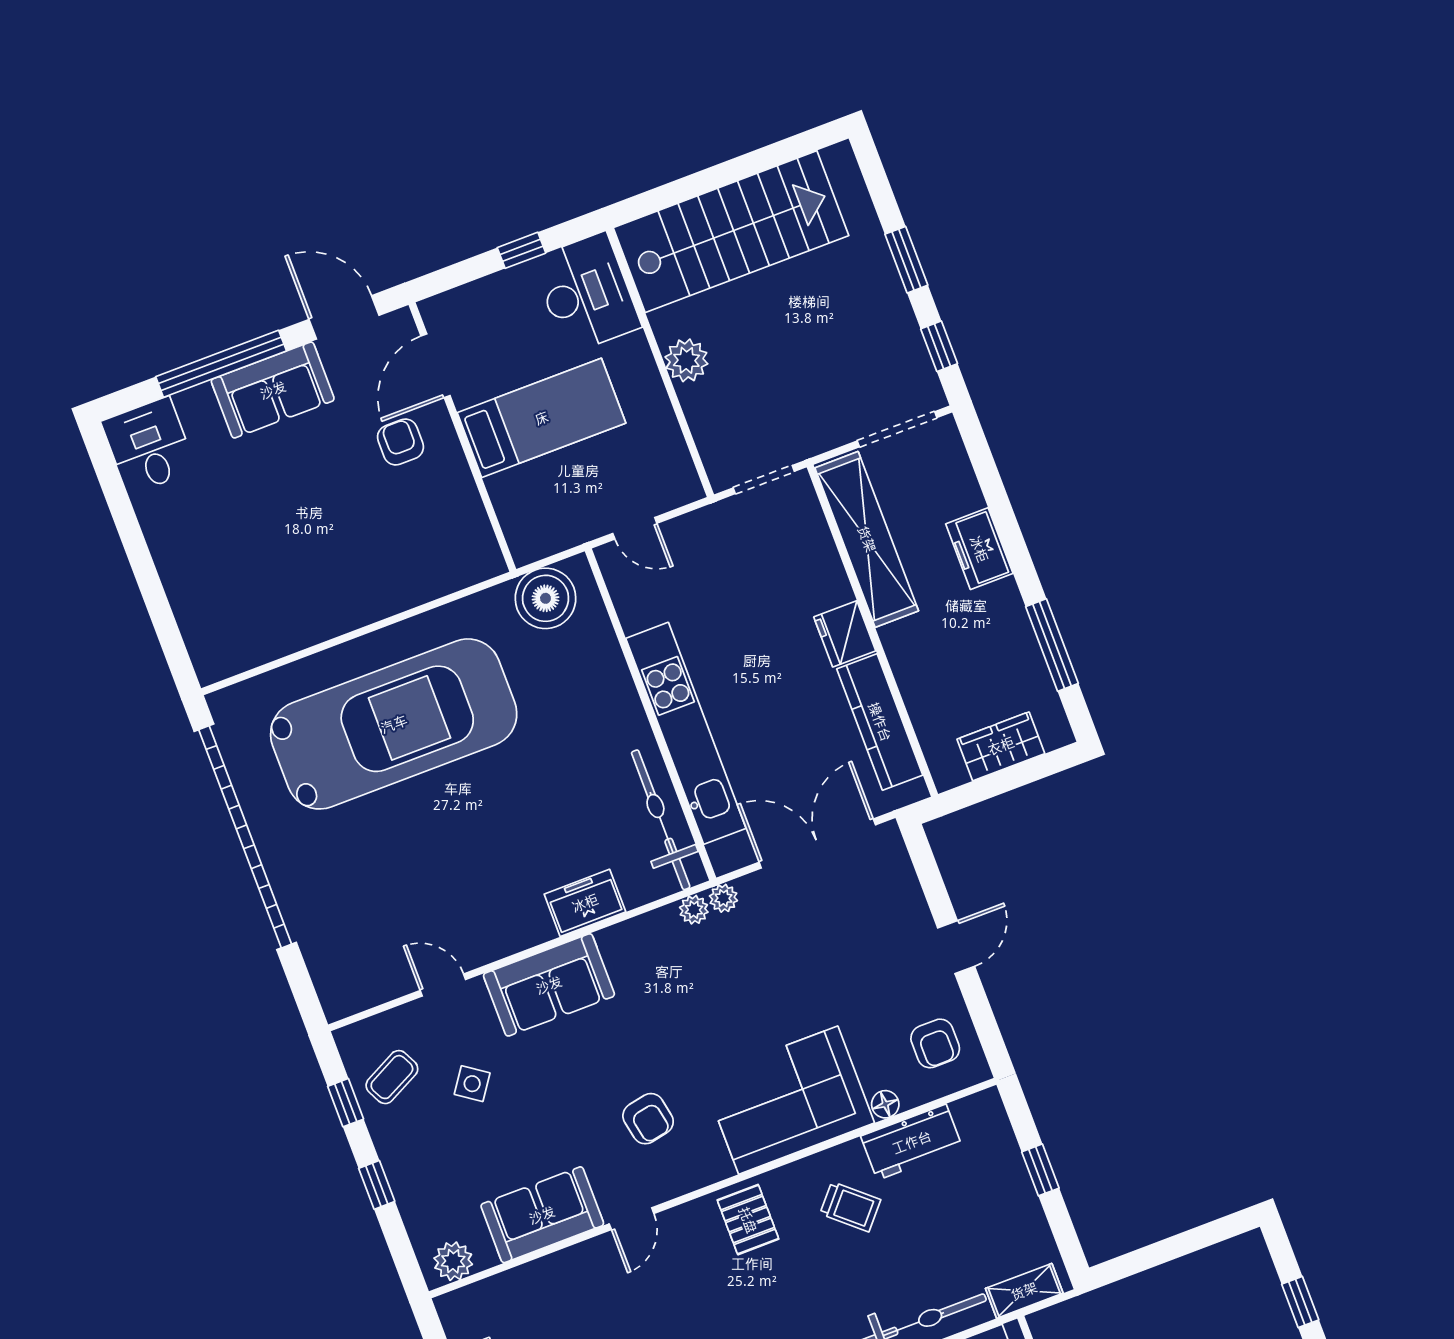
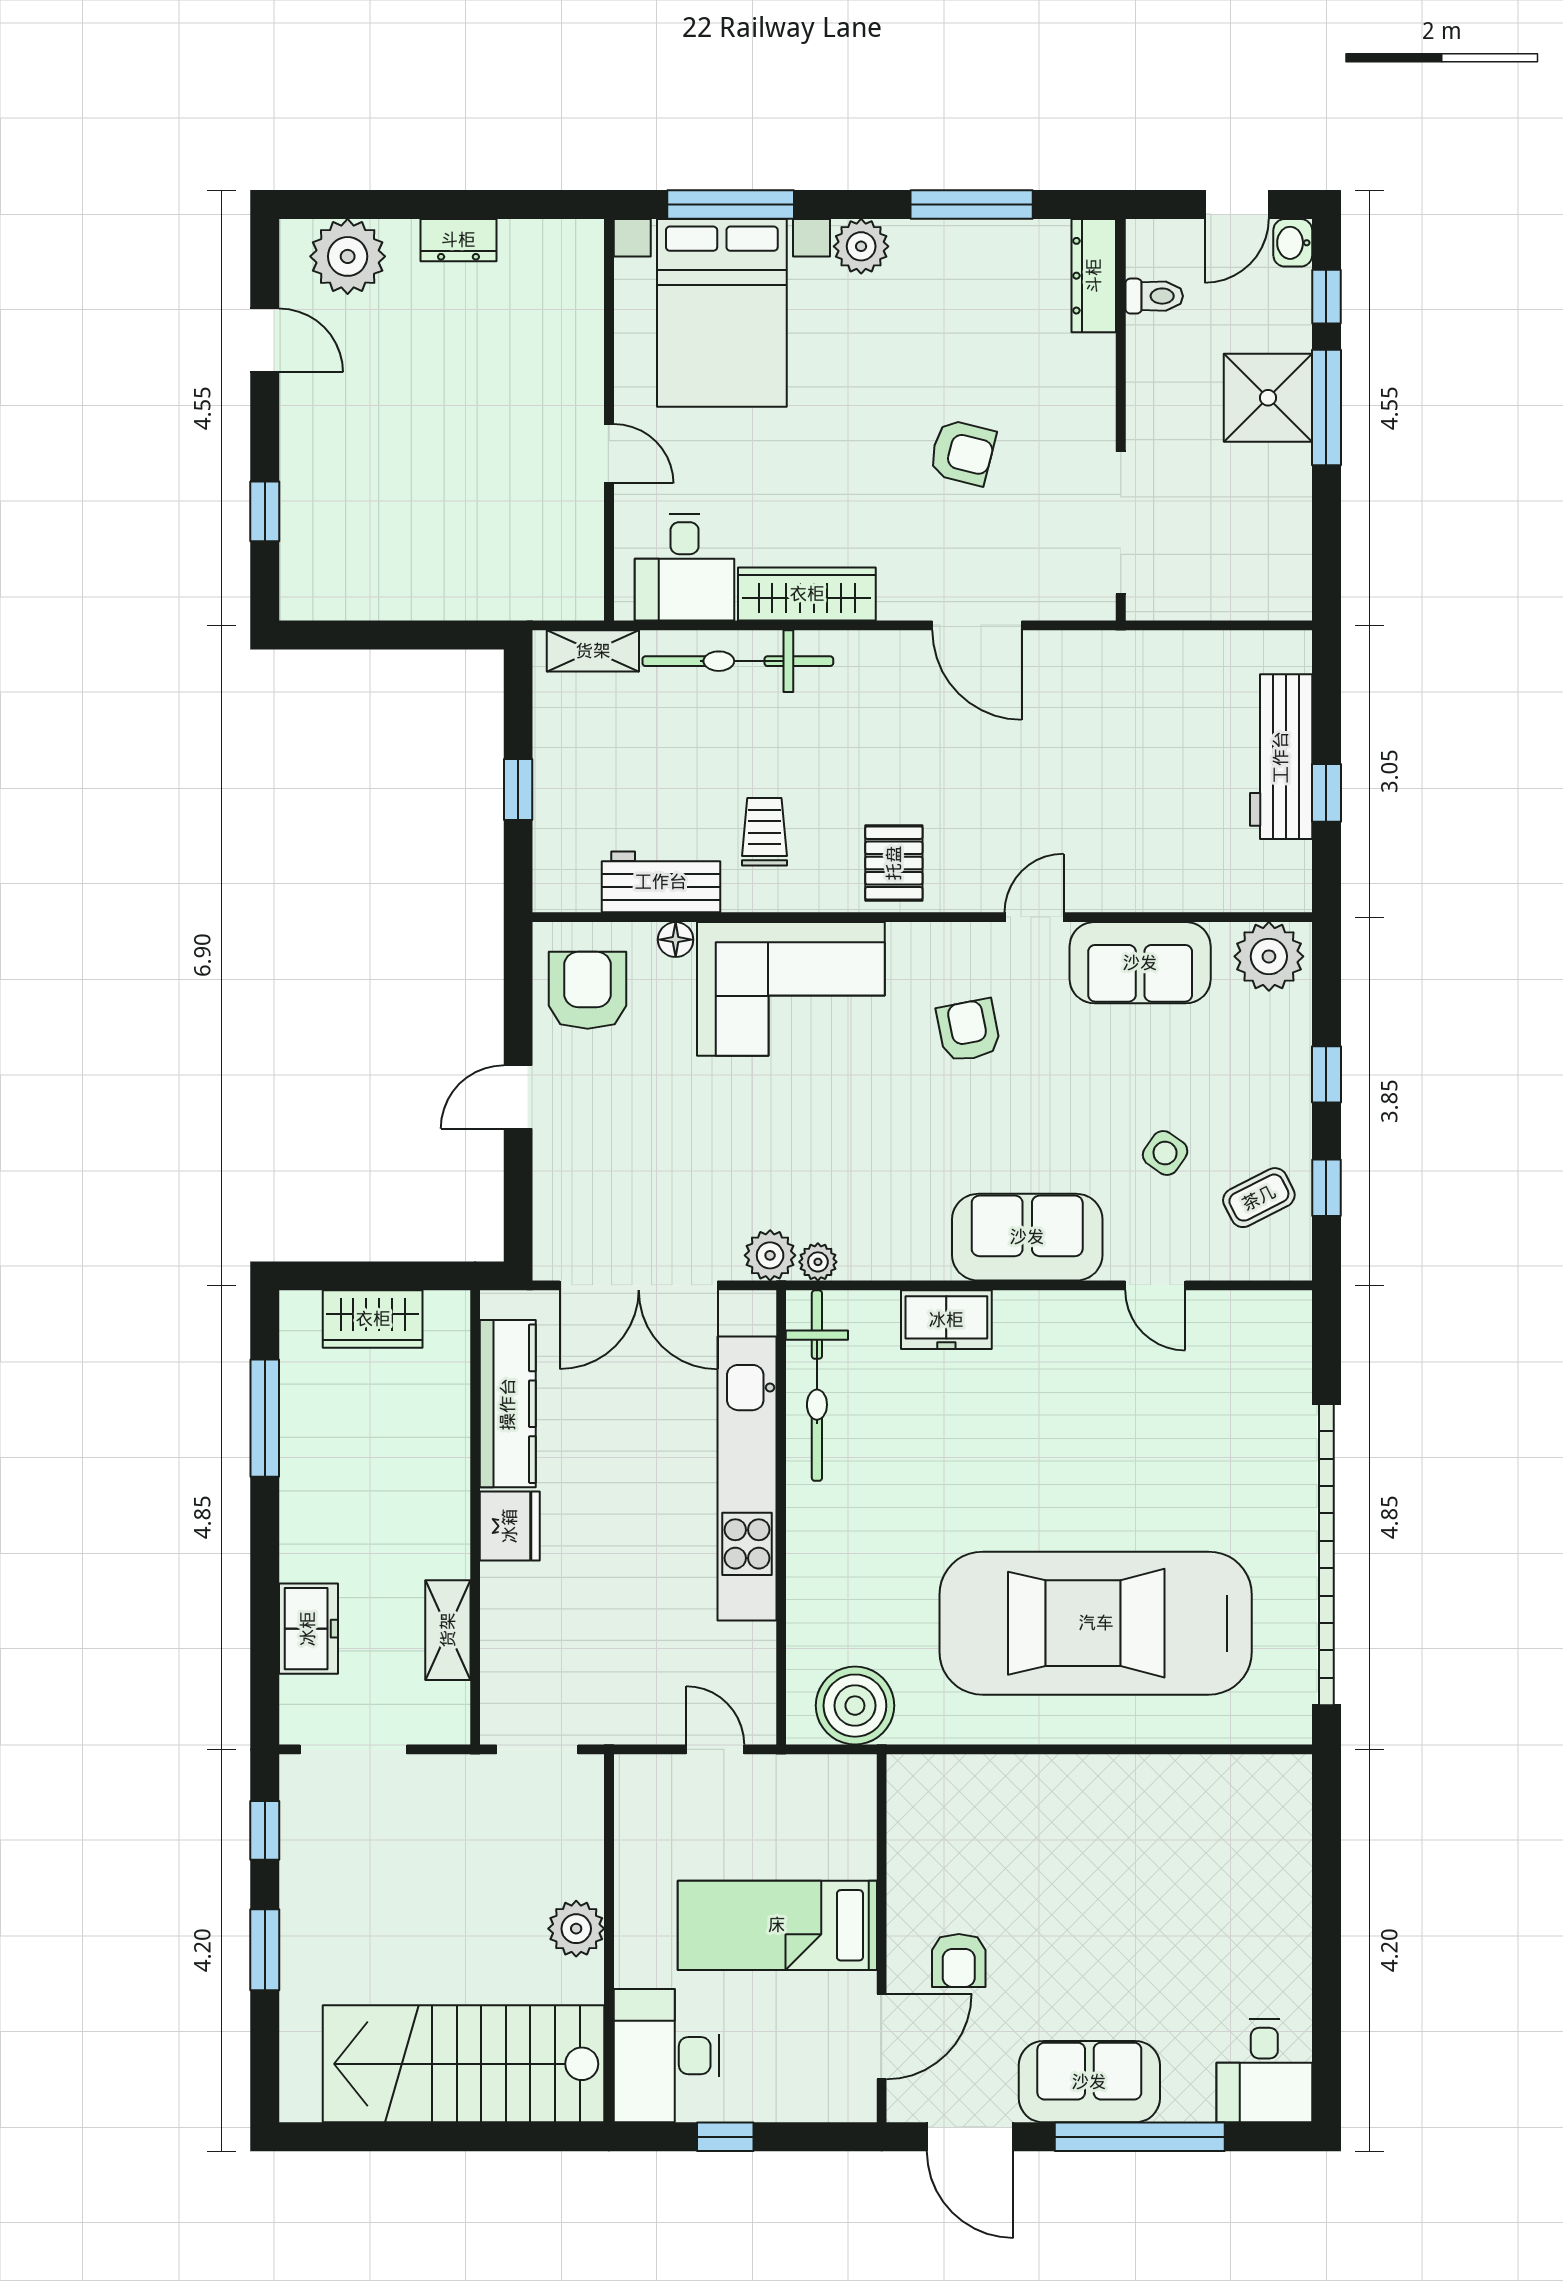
shelving: (867, 539) -> (448, 1630), width x0.45, depth x0.75
freezer: (979, 549) -> (308, 1629), moved
plant: (723, 898) -> (770, 1255), width x1.38, depth x1.38
armchair: (935, 1043) -> (588, 990), width x1.38, depth x1.38
trolley: (850, 1207) -> (764, 832), turned 49
plant: (453, 1261) -> (1269, 956), width x1.36, depth x1.36

